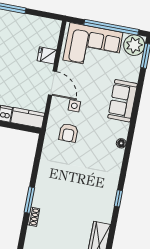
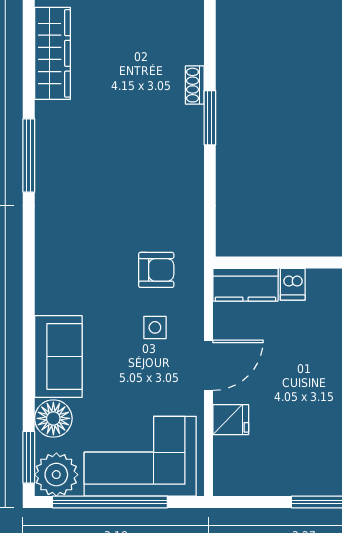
door: (52, 83) -> (208, 365), swing flipped
armchair: (69, 133) -> (156, 270), turned 90
floor lamp: (121, 143) -> (53, 418), moved, width x1.89, depth x1.89
window: (118, 198) -> (29, 156), width x2.17

